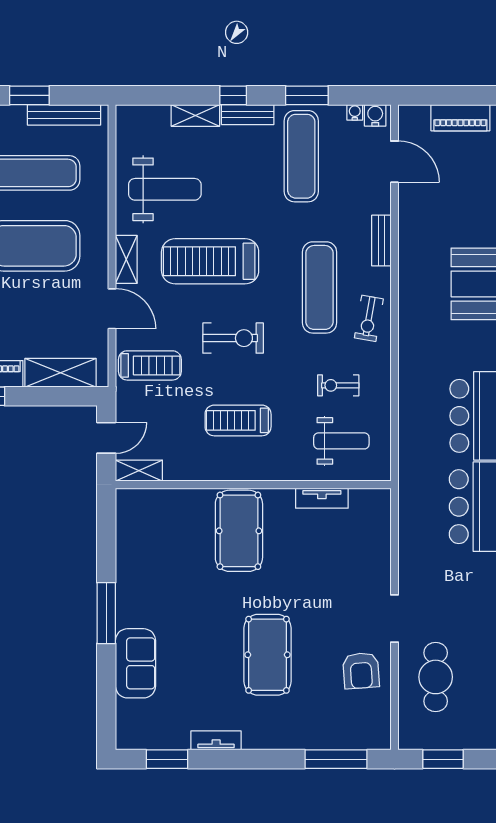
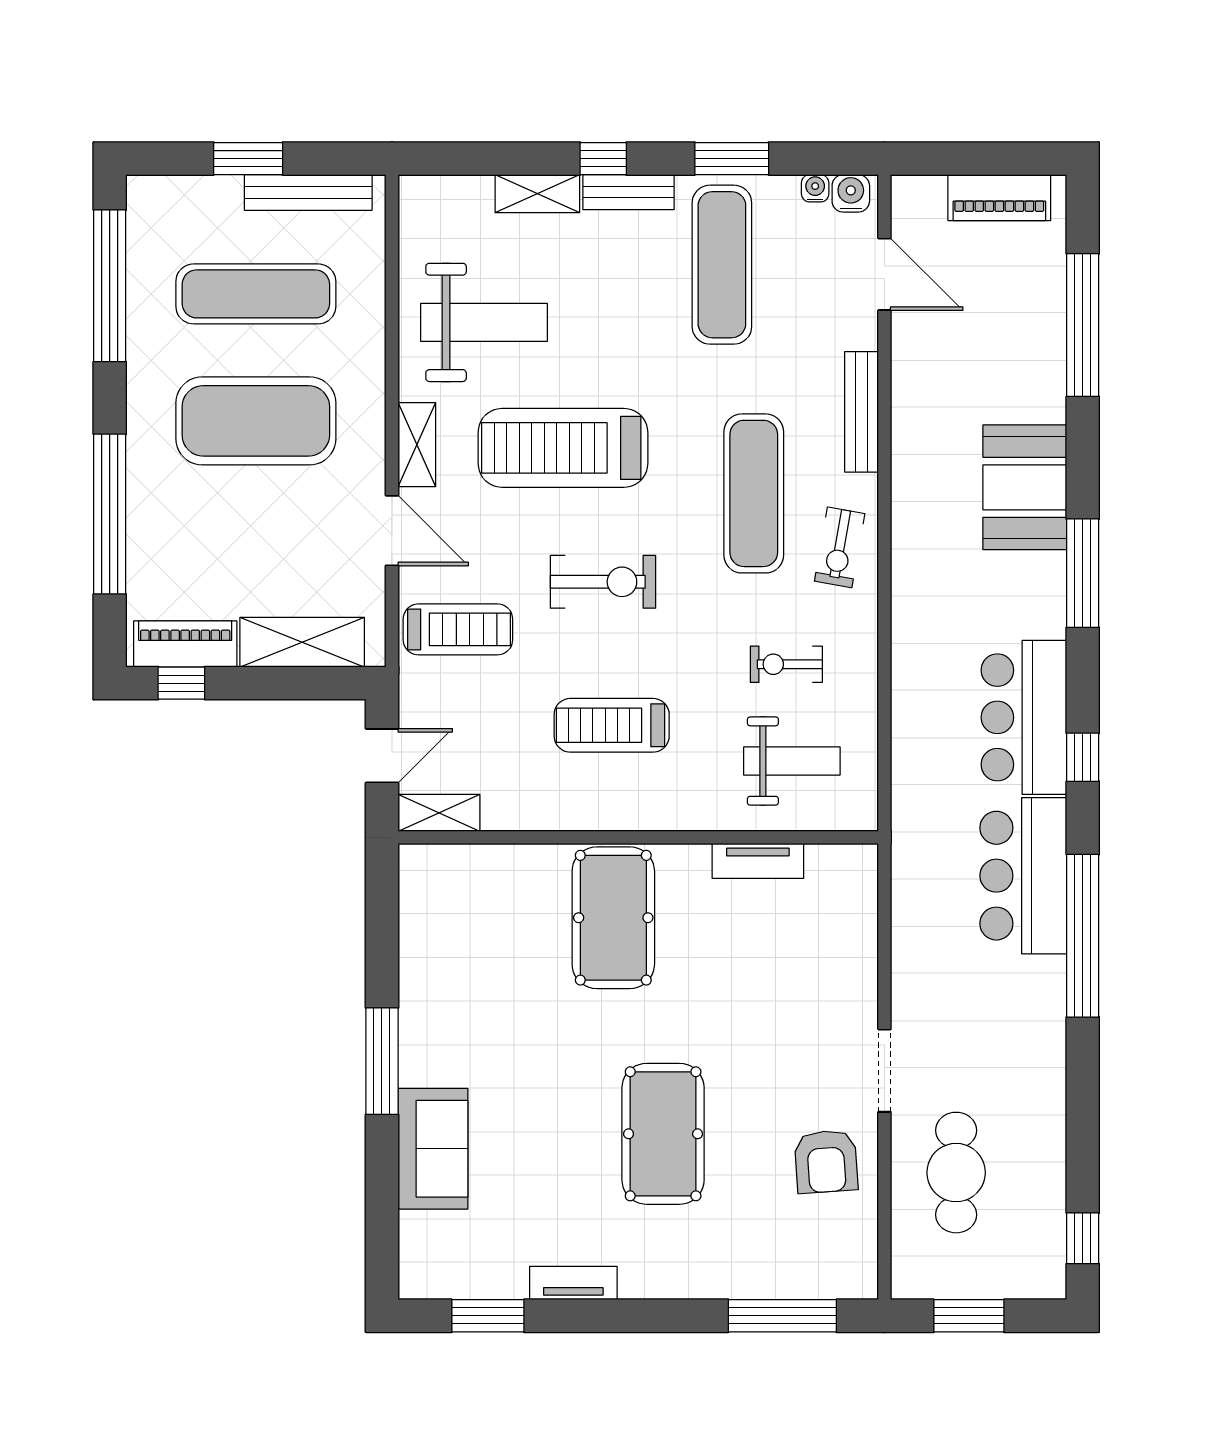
bench: (381, 241) -> (862, 412), width x1.36

